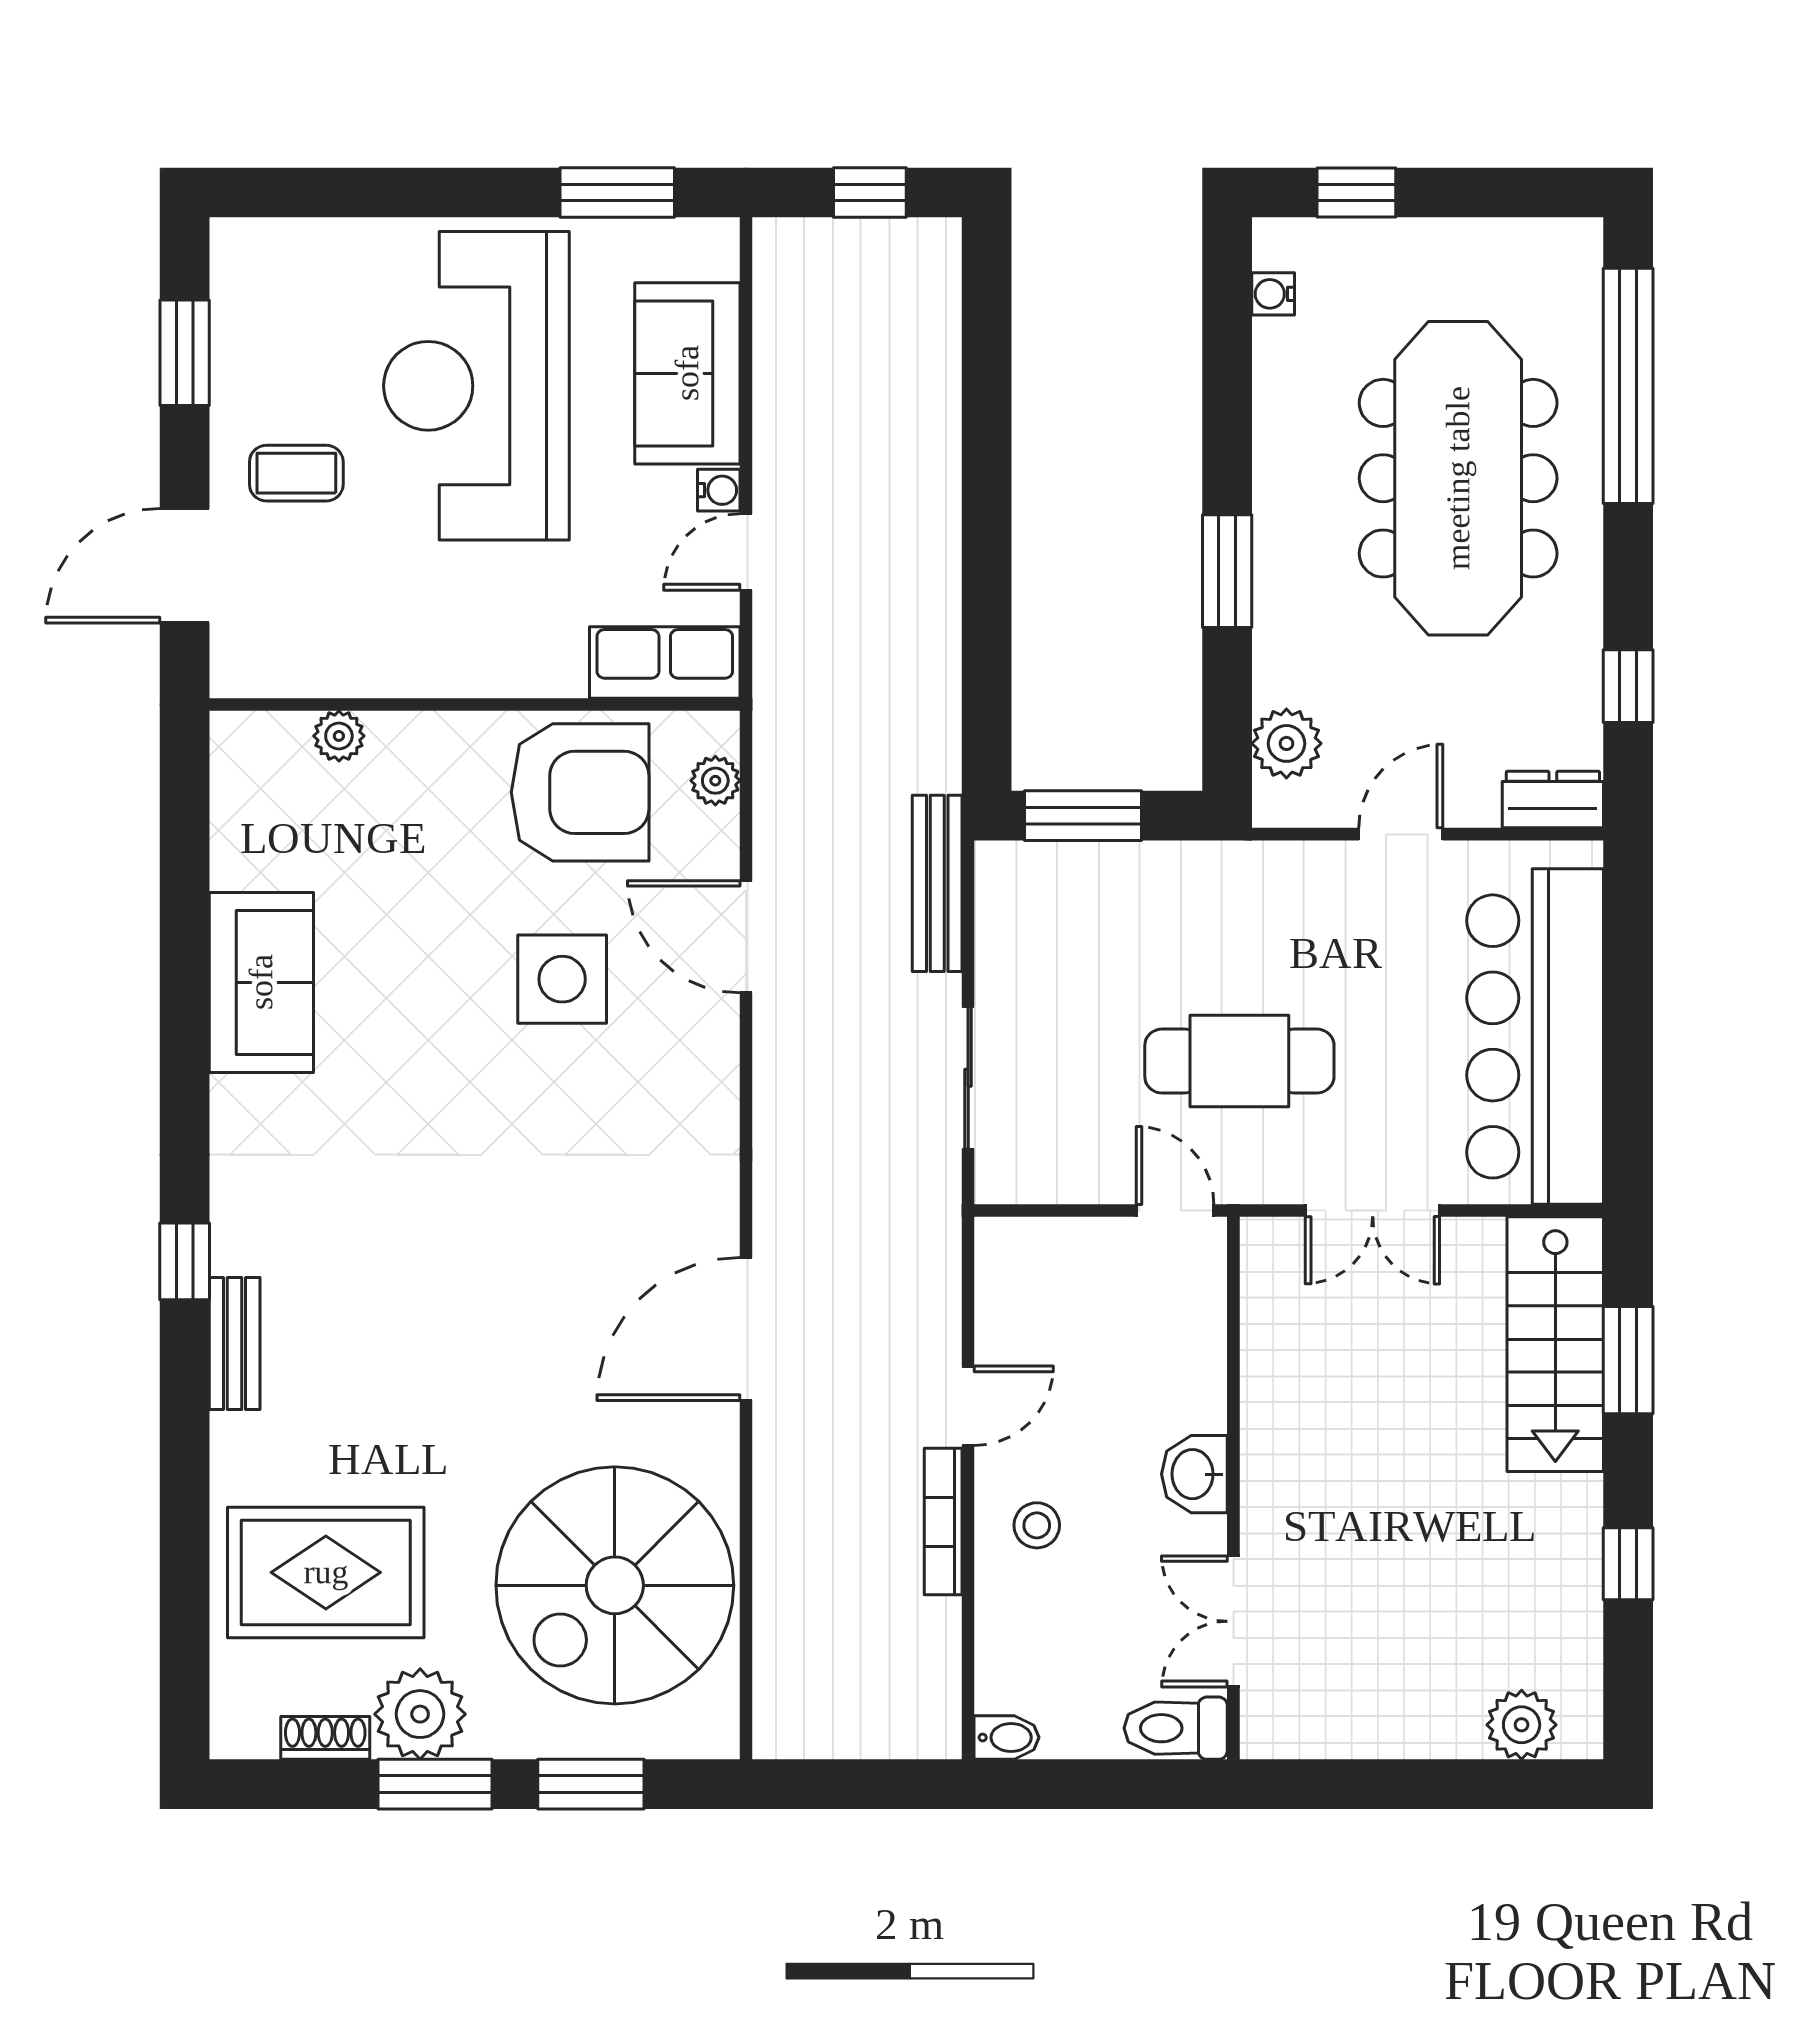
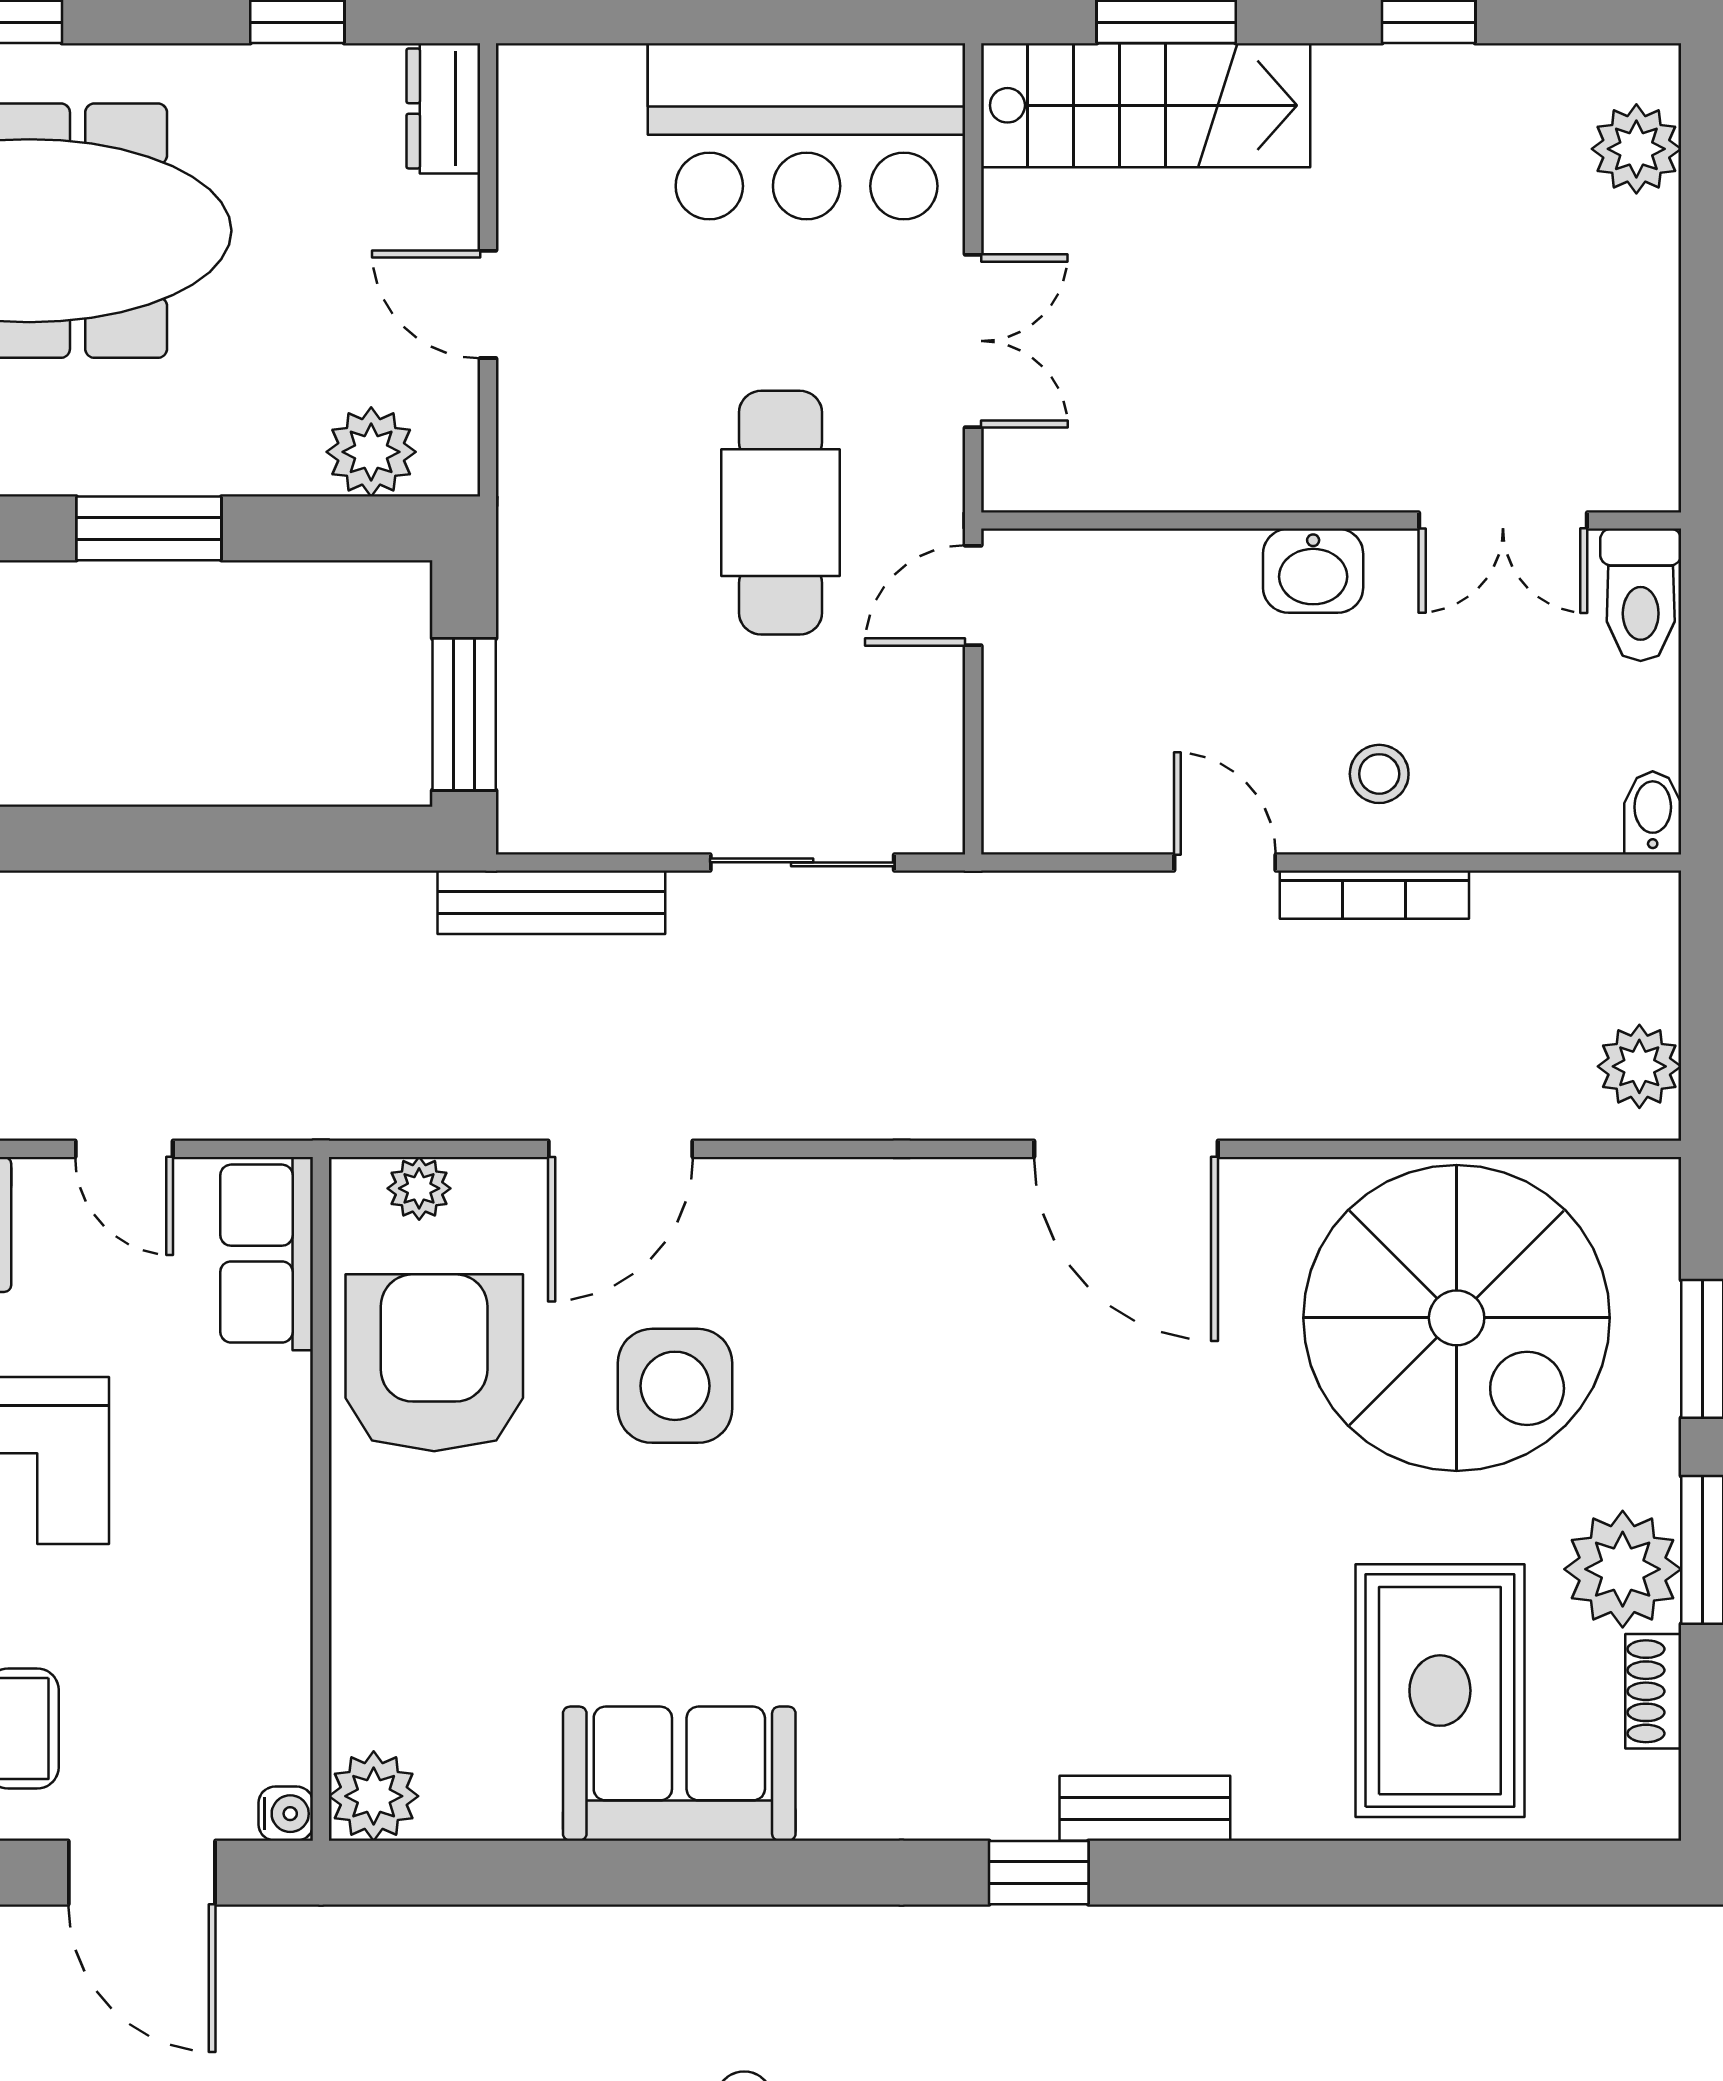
water cooler: (719, 490) -> (286, 1814), moved, turned 90
plant: (339, 736) -> (374, 1796), moved, width x1.38, depth x1.38
bar counter: (1535, 1036) -> (807, 131), width x0.73
plant: (810, 1727) -> (1639, 1066), added

